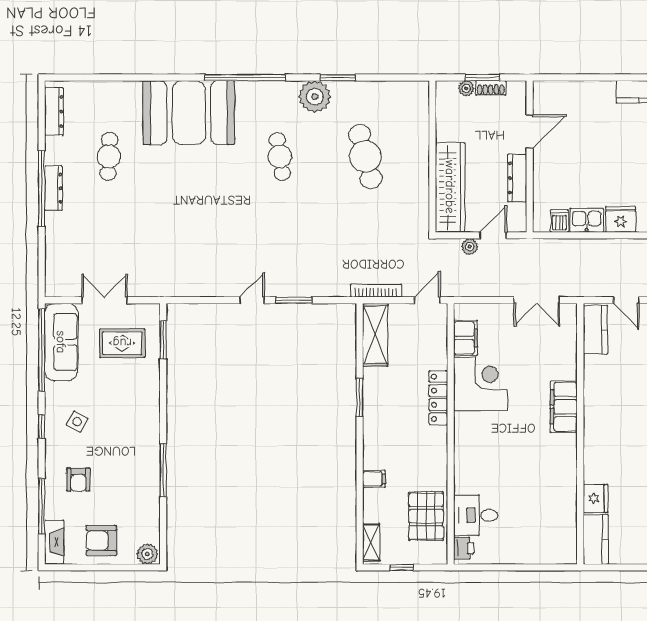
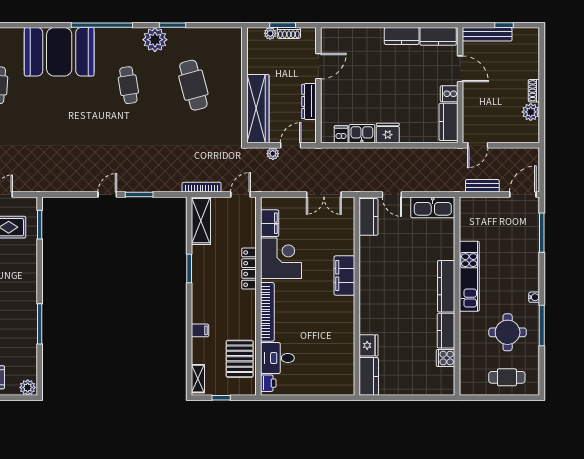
bookcase: (462, 455) -> (267, 312), added

